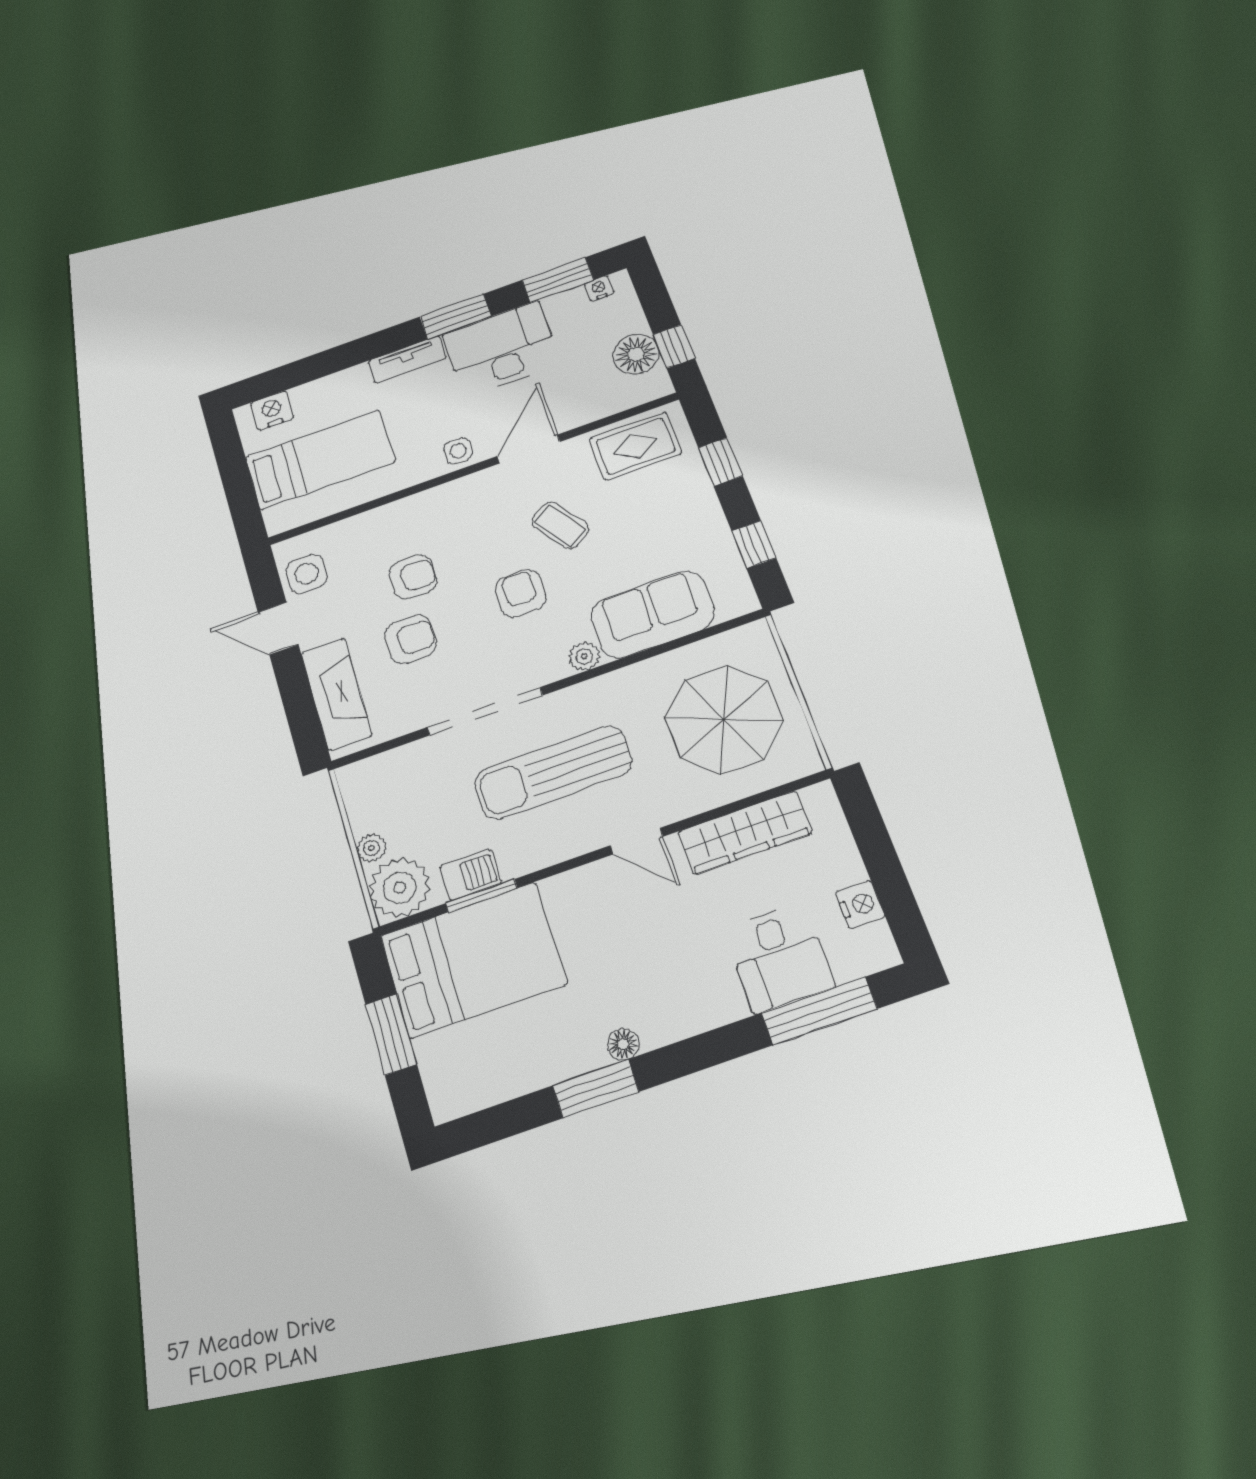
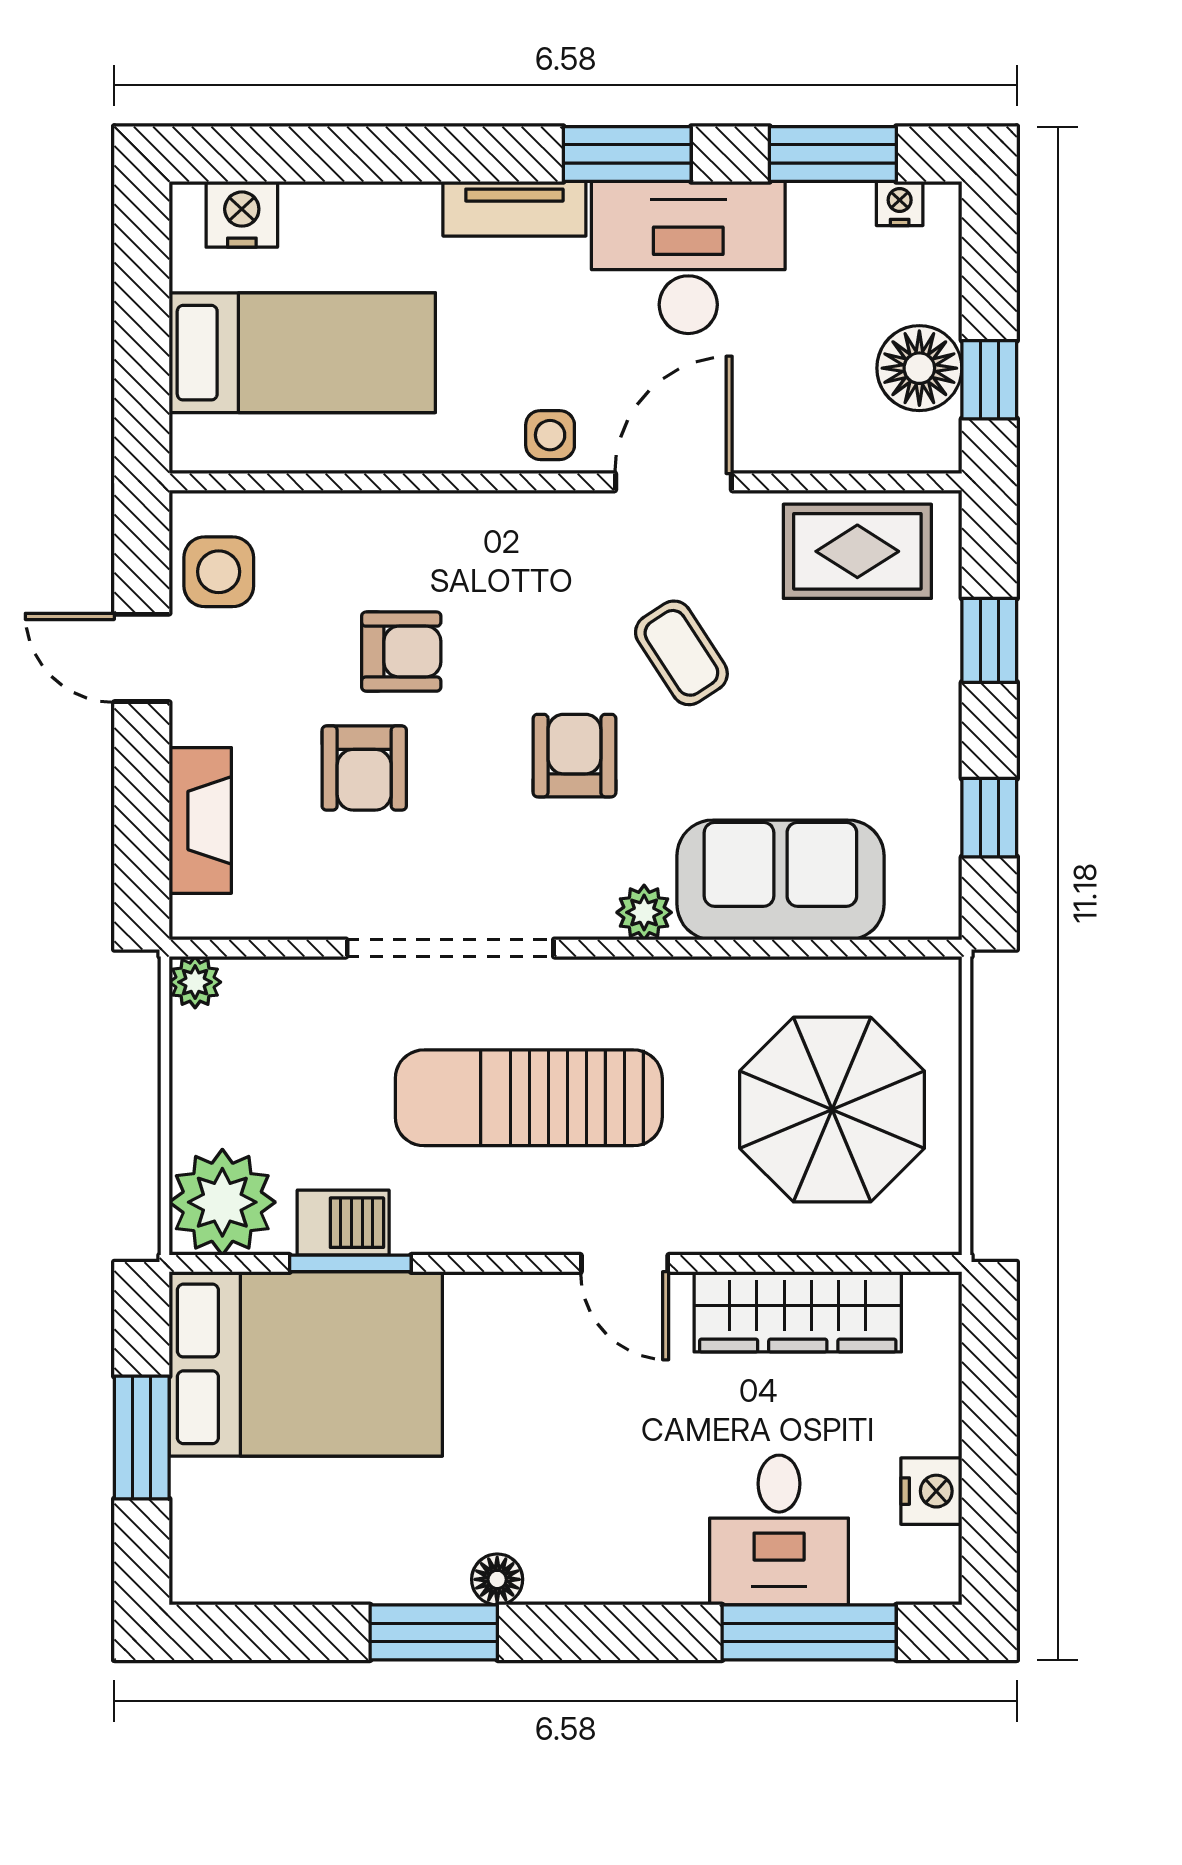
armchair: (411, 639) -> (364, 768), turned 90
fireplace: (336, 694) -> (200, 820), width x0.73, depth x0.76
plant: (372, 848) -> (195, 982), moved

